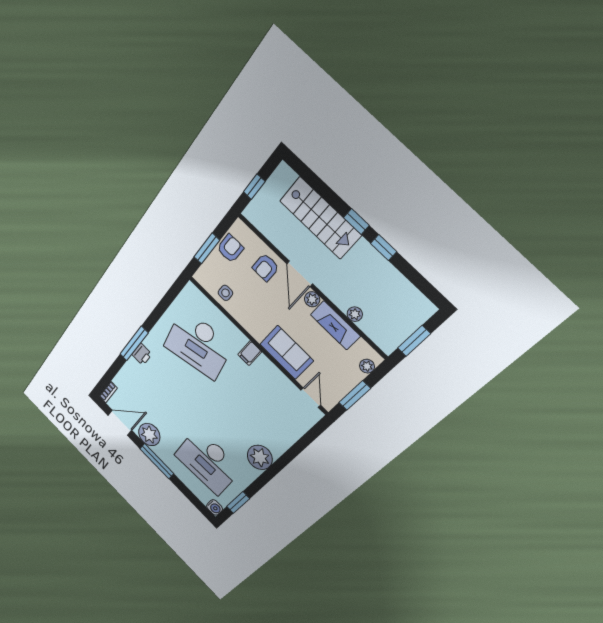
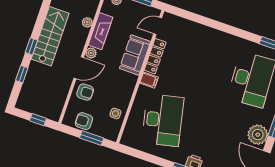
stairs: (320, 218) -> (50, 36), moved
window: (384, 247) -> (22, 74), moved
locker: (275, 375) -> (155, 56), added
plant: (260, 457) -> (223, 42), removed

